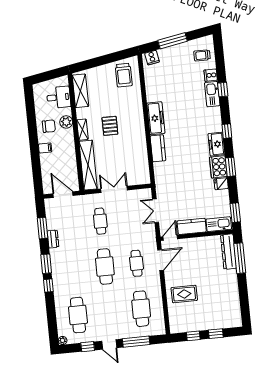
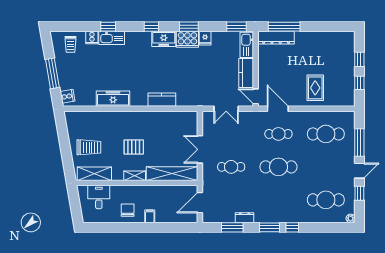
trolley: (124, 75) -> (89, 147), moved
freezer: (156, 118) -> (113, 99), moved
plant: (66, 122) -> (125, 192), removed

